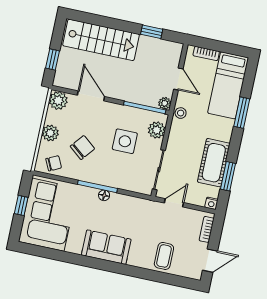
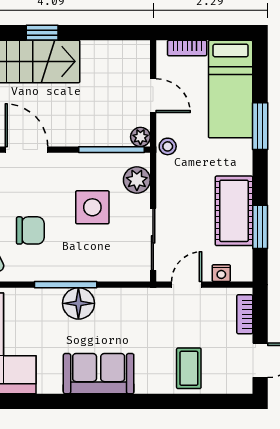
window: (152, 32) -> (42, 33), moved
chair: (82, 147) -> (30, 230), turned 51
floor lamp: (104, 195) -> (78, 303), width x1.89, depth x1.89
nightstand: (211, 203) -> (221, 273), moved

